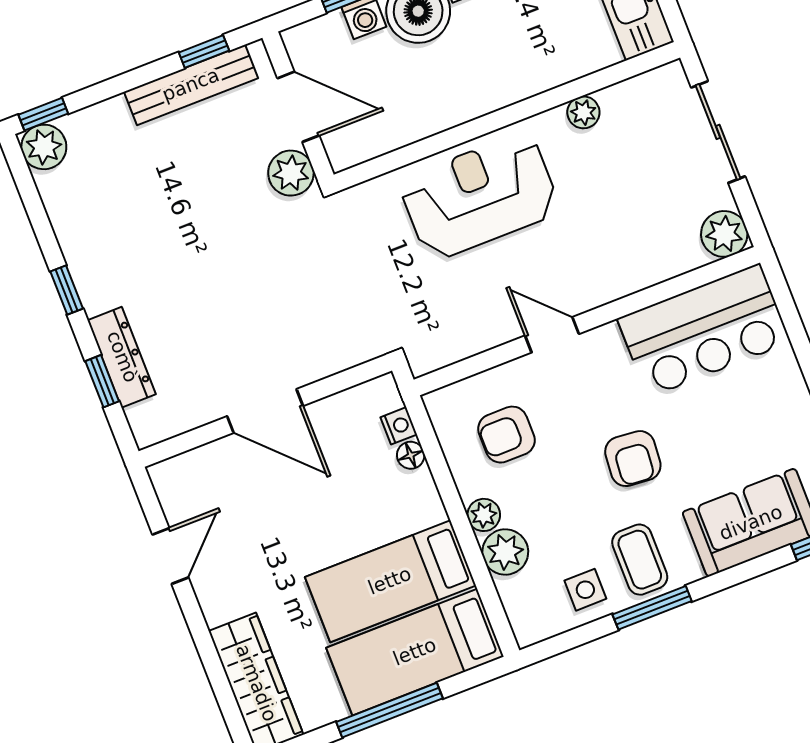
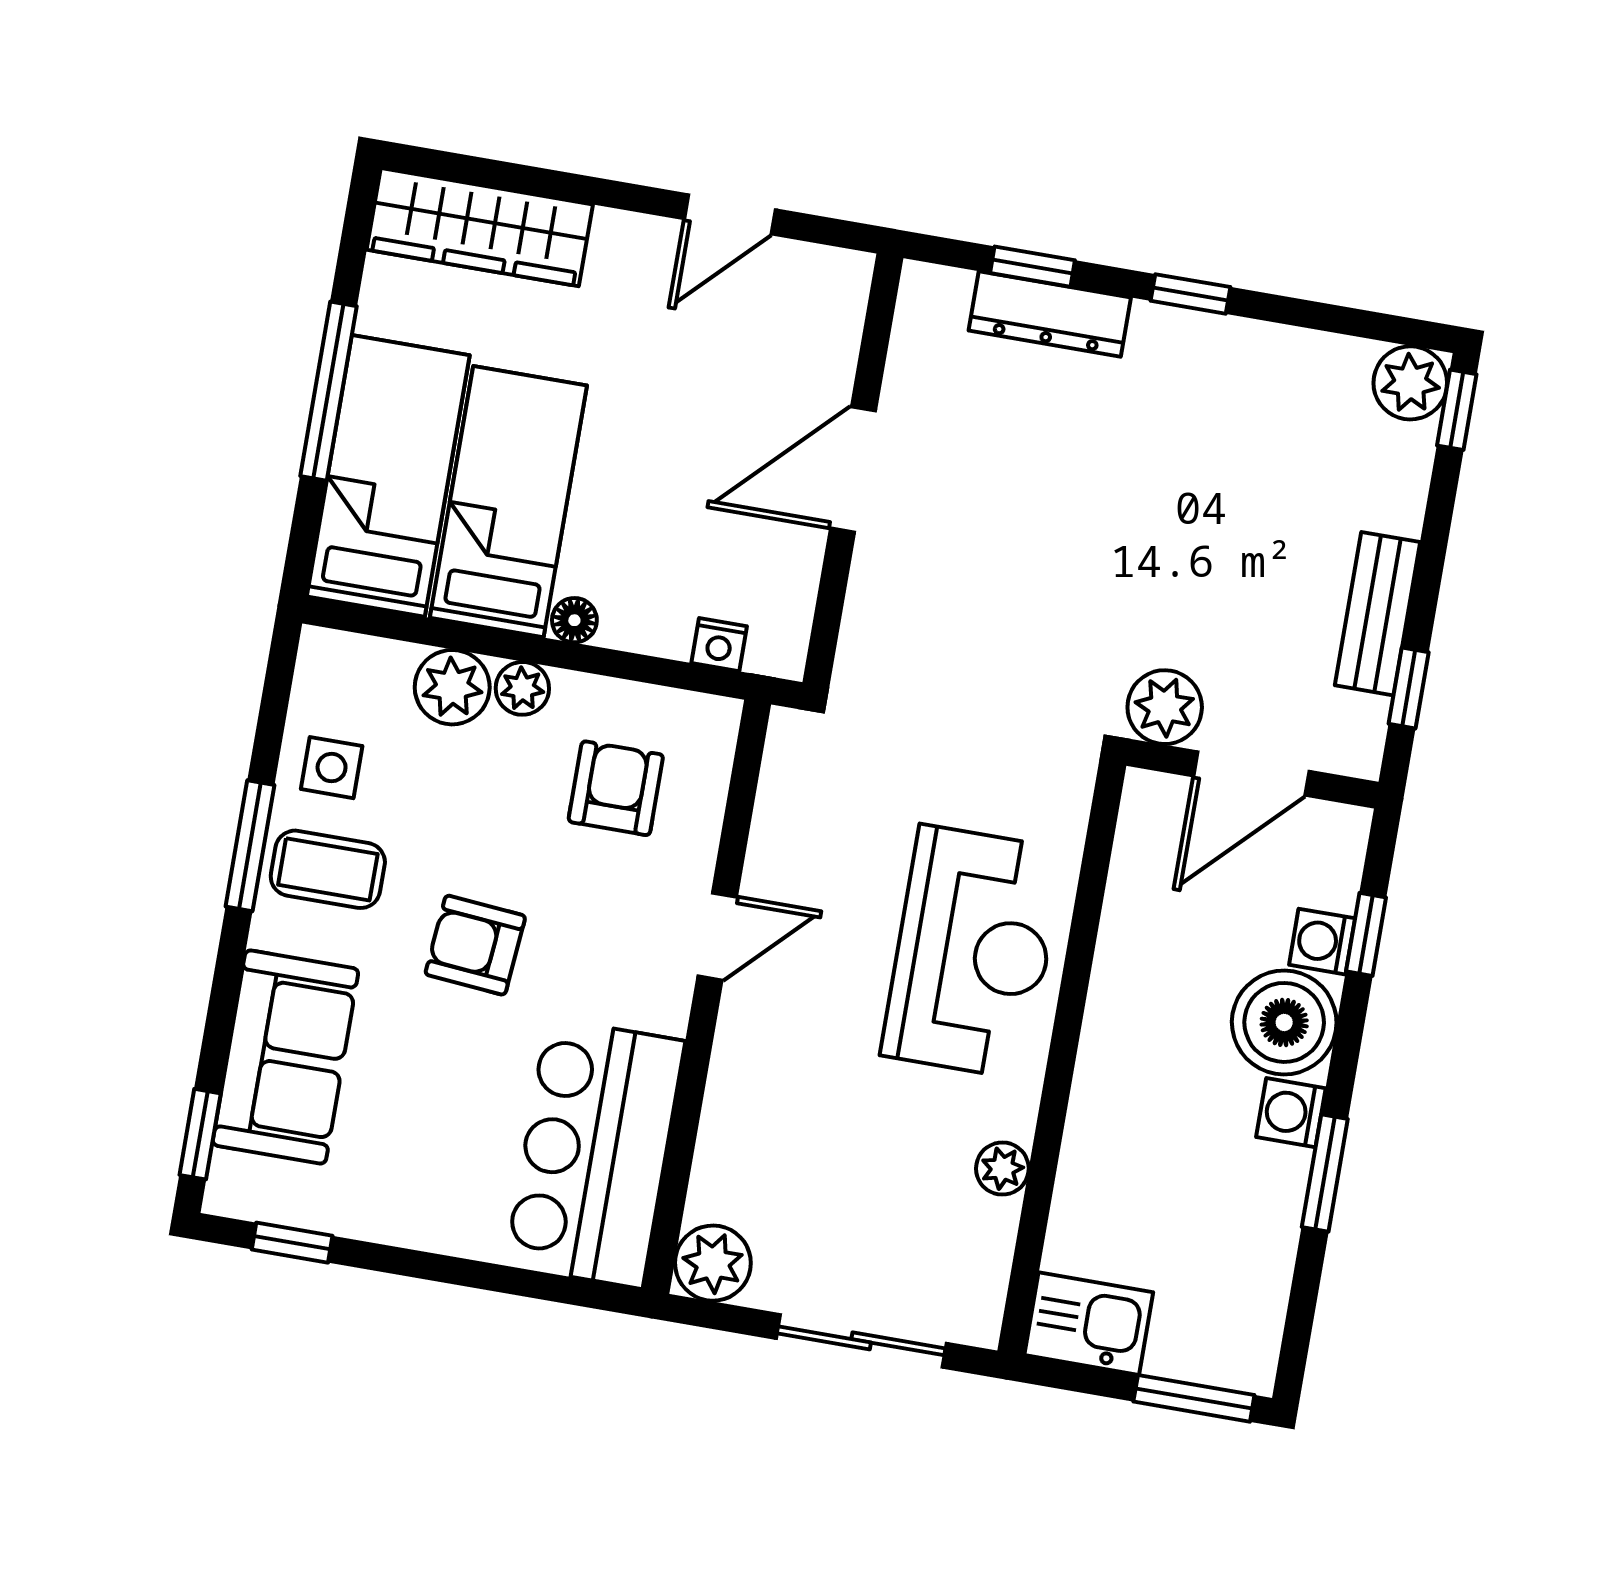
bench: (191, 85) -> (1377, 614), width x0.73
floor lamp: (411, 455) -> (574, 620), moved
door: (170, 556) -> (730, 214), hinge flipped

